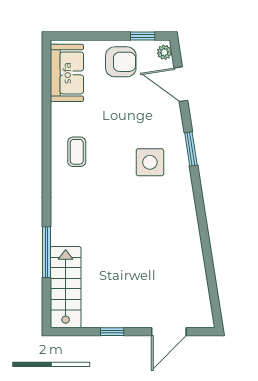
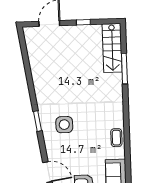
window: (191, 149) -> (38, 121), moved
coffee table: (77, 152) -> (116, 138), moved

